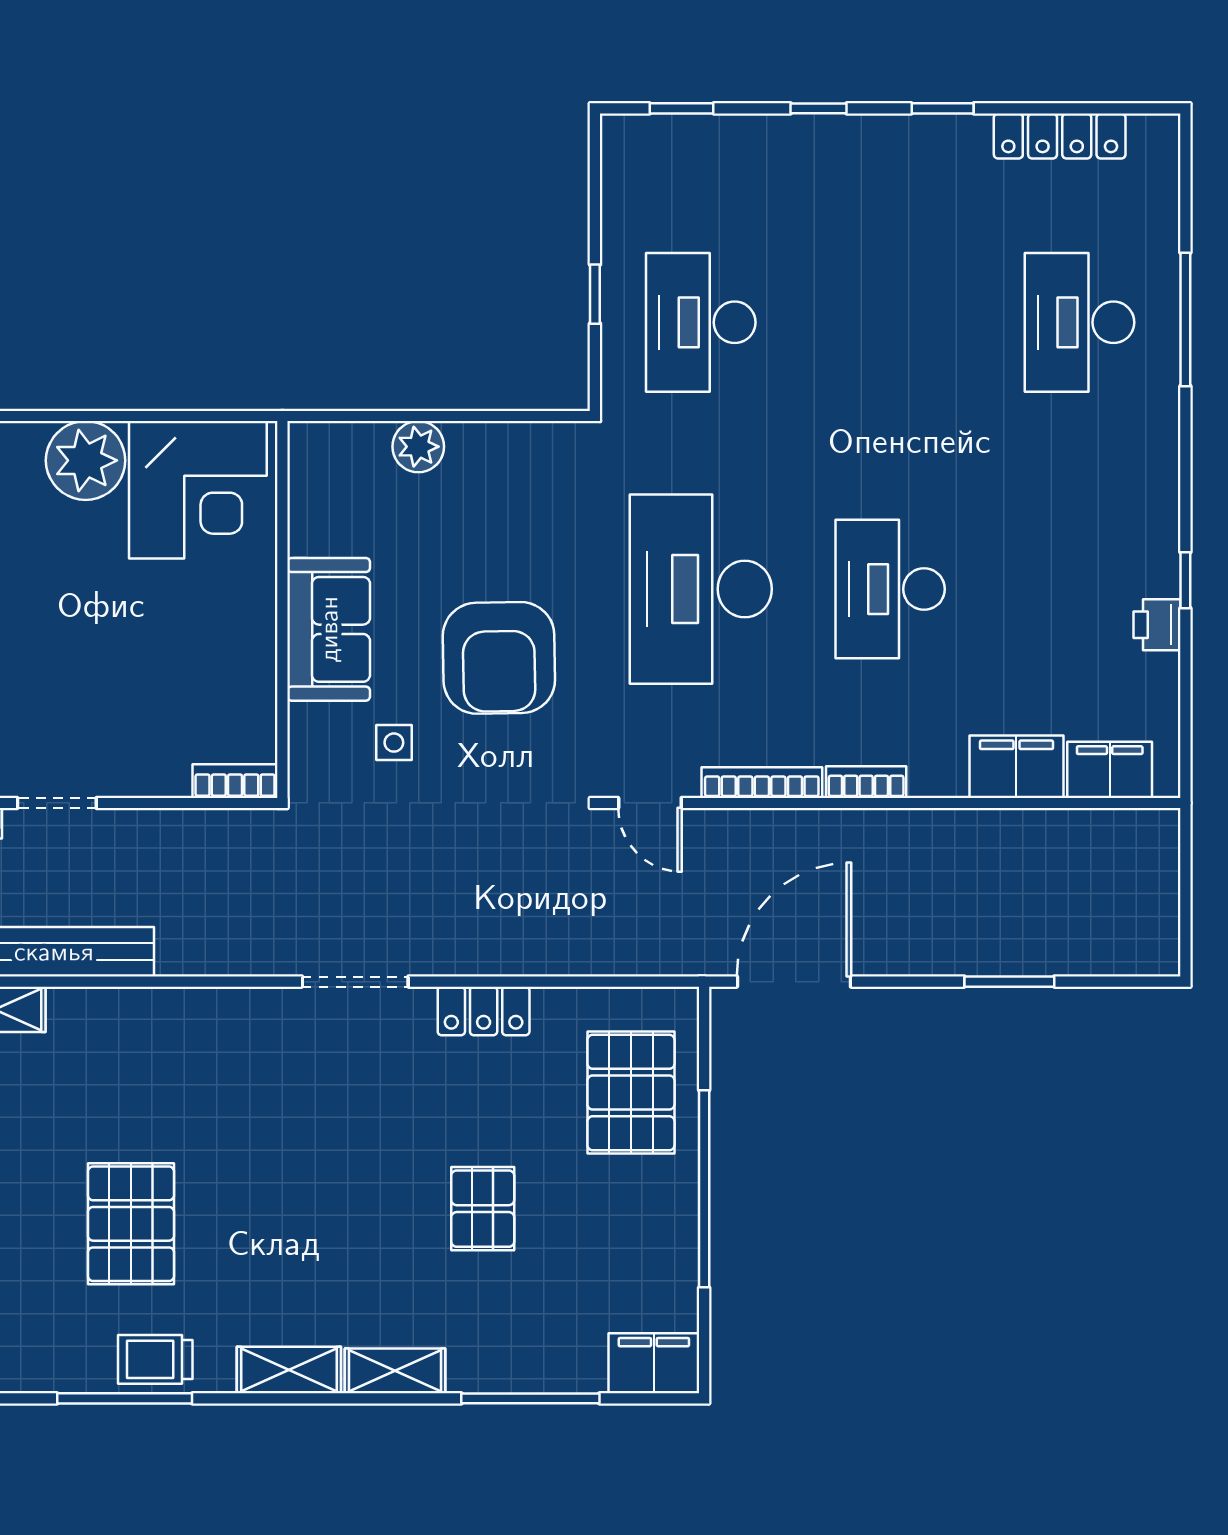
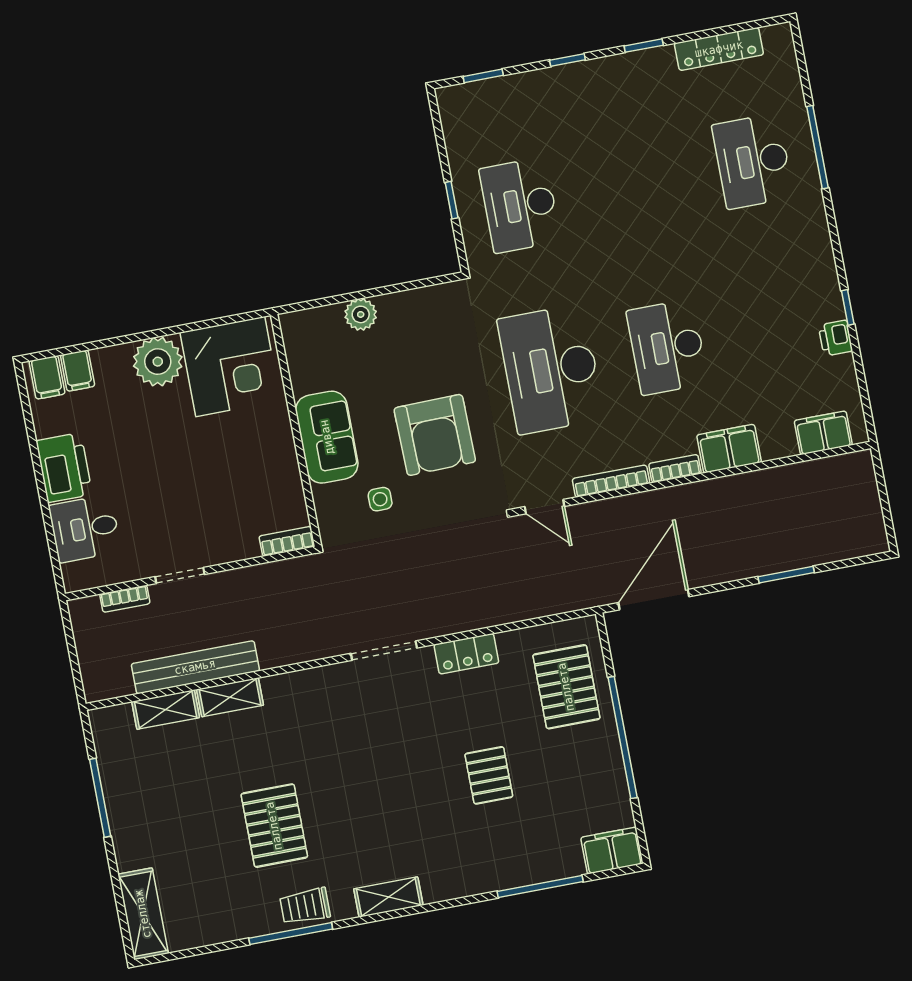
filing cabinet: (1016, 767) -> (729, 449), moved
shelving: (395, 1371) -> (230, 697), moved

